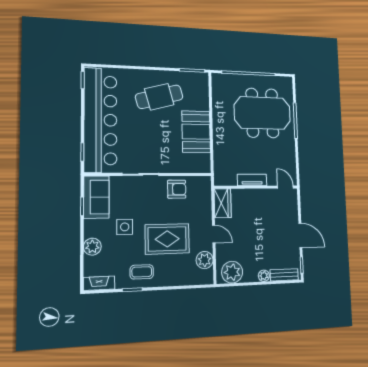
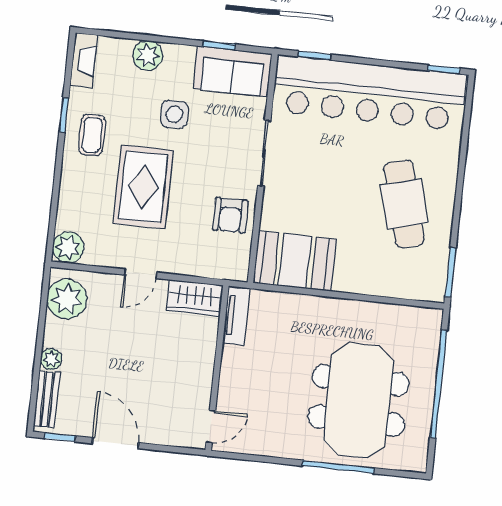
booth: (196, 132) -> (295, 261), moved
tv unit: (252, 180) -> (236, 316), moved
door: (300, 235) -> (115, 443), swing flipped
plant: (205, 260) -> (68, 248), moved

